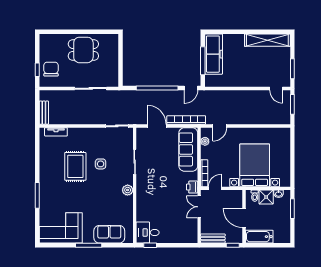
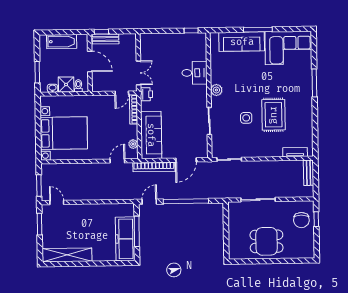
door: (157, 126) -> (186, 160), hinge flipped
bed with nightstands: (255, 165) -> (64, 133), moved, turned -90
desk: (148, 233) -> (194, 73), moved
sofa: (109, 234) -> (242, 42), width x1.36
bathtub: (259, 237) -> (62, 42), moved
bench: (213, 238) -> (106, 39), moved

